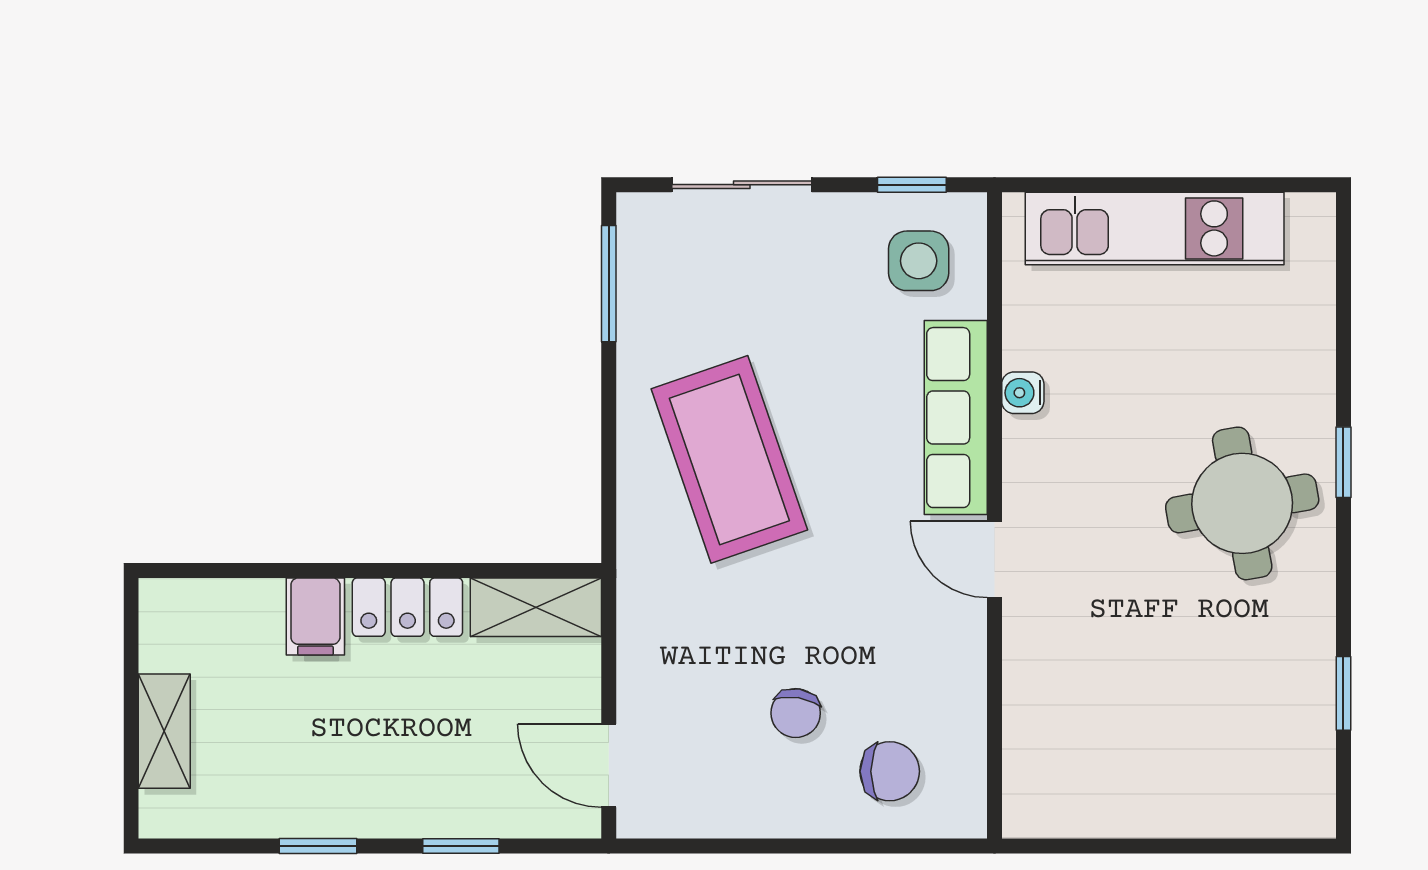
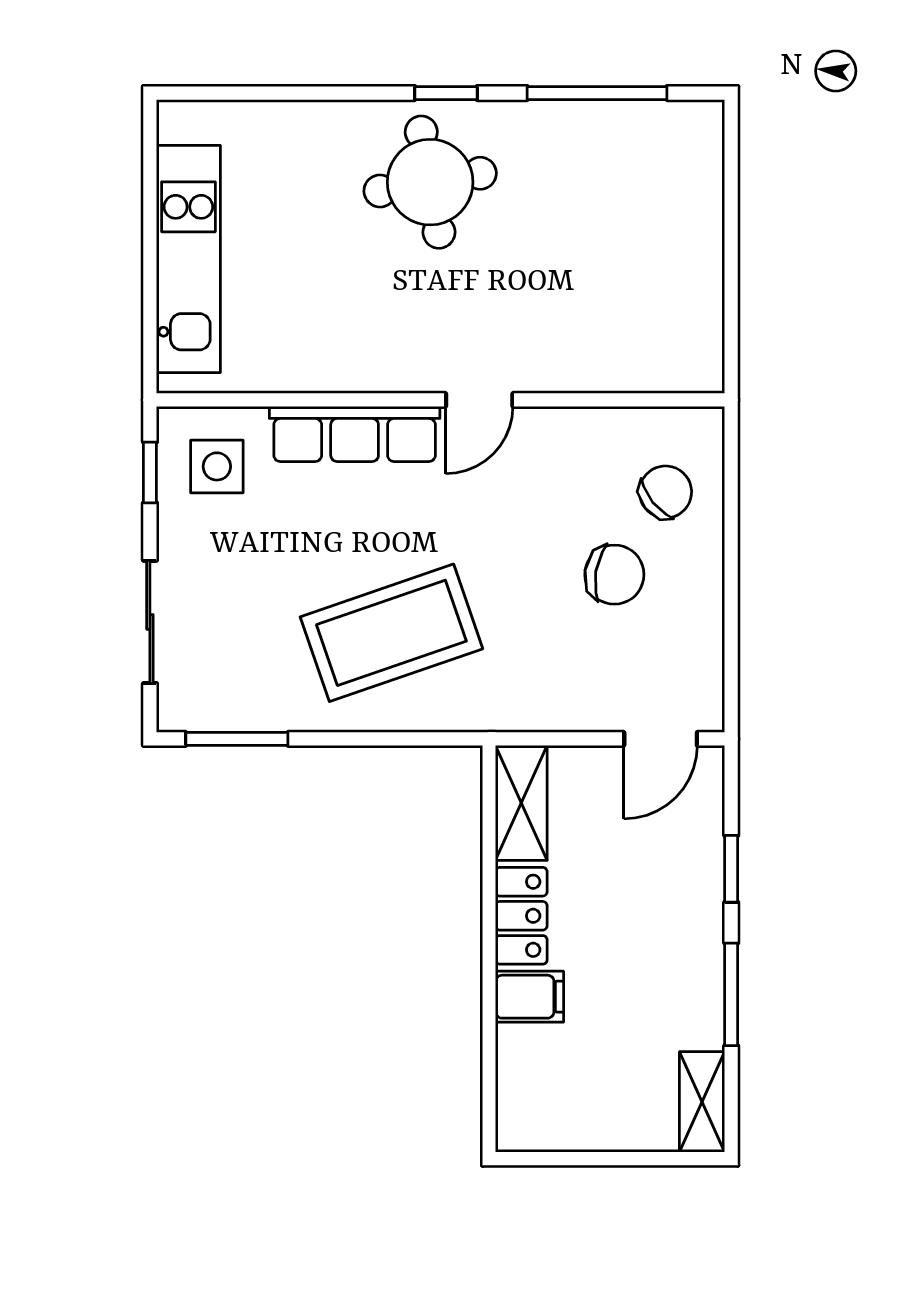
water cooler: (1023, 393) -> (333, 375), removed
window: (1343, 462) -> (446, 93), moved
window: (1343, 693) -> (597, 93), width x2.17
chair: (796, 713) -> (614, 575), width x1.37, depth x1.37
shelving: (164, 731) -> (702, 1102), moved, turned 90
chair: (890, 771) -> (666, 492), turned 51
window: (318, 846) -> (731, 994), width x1.50

